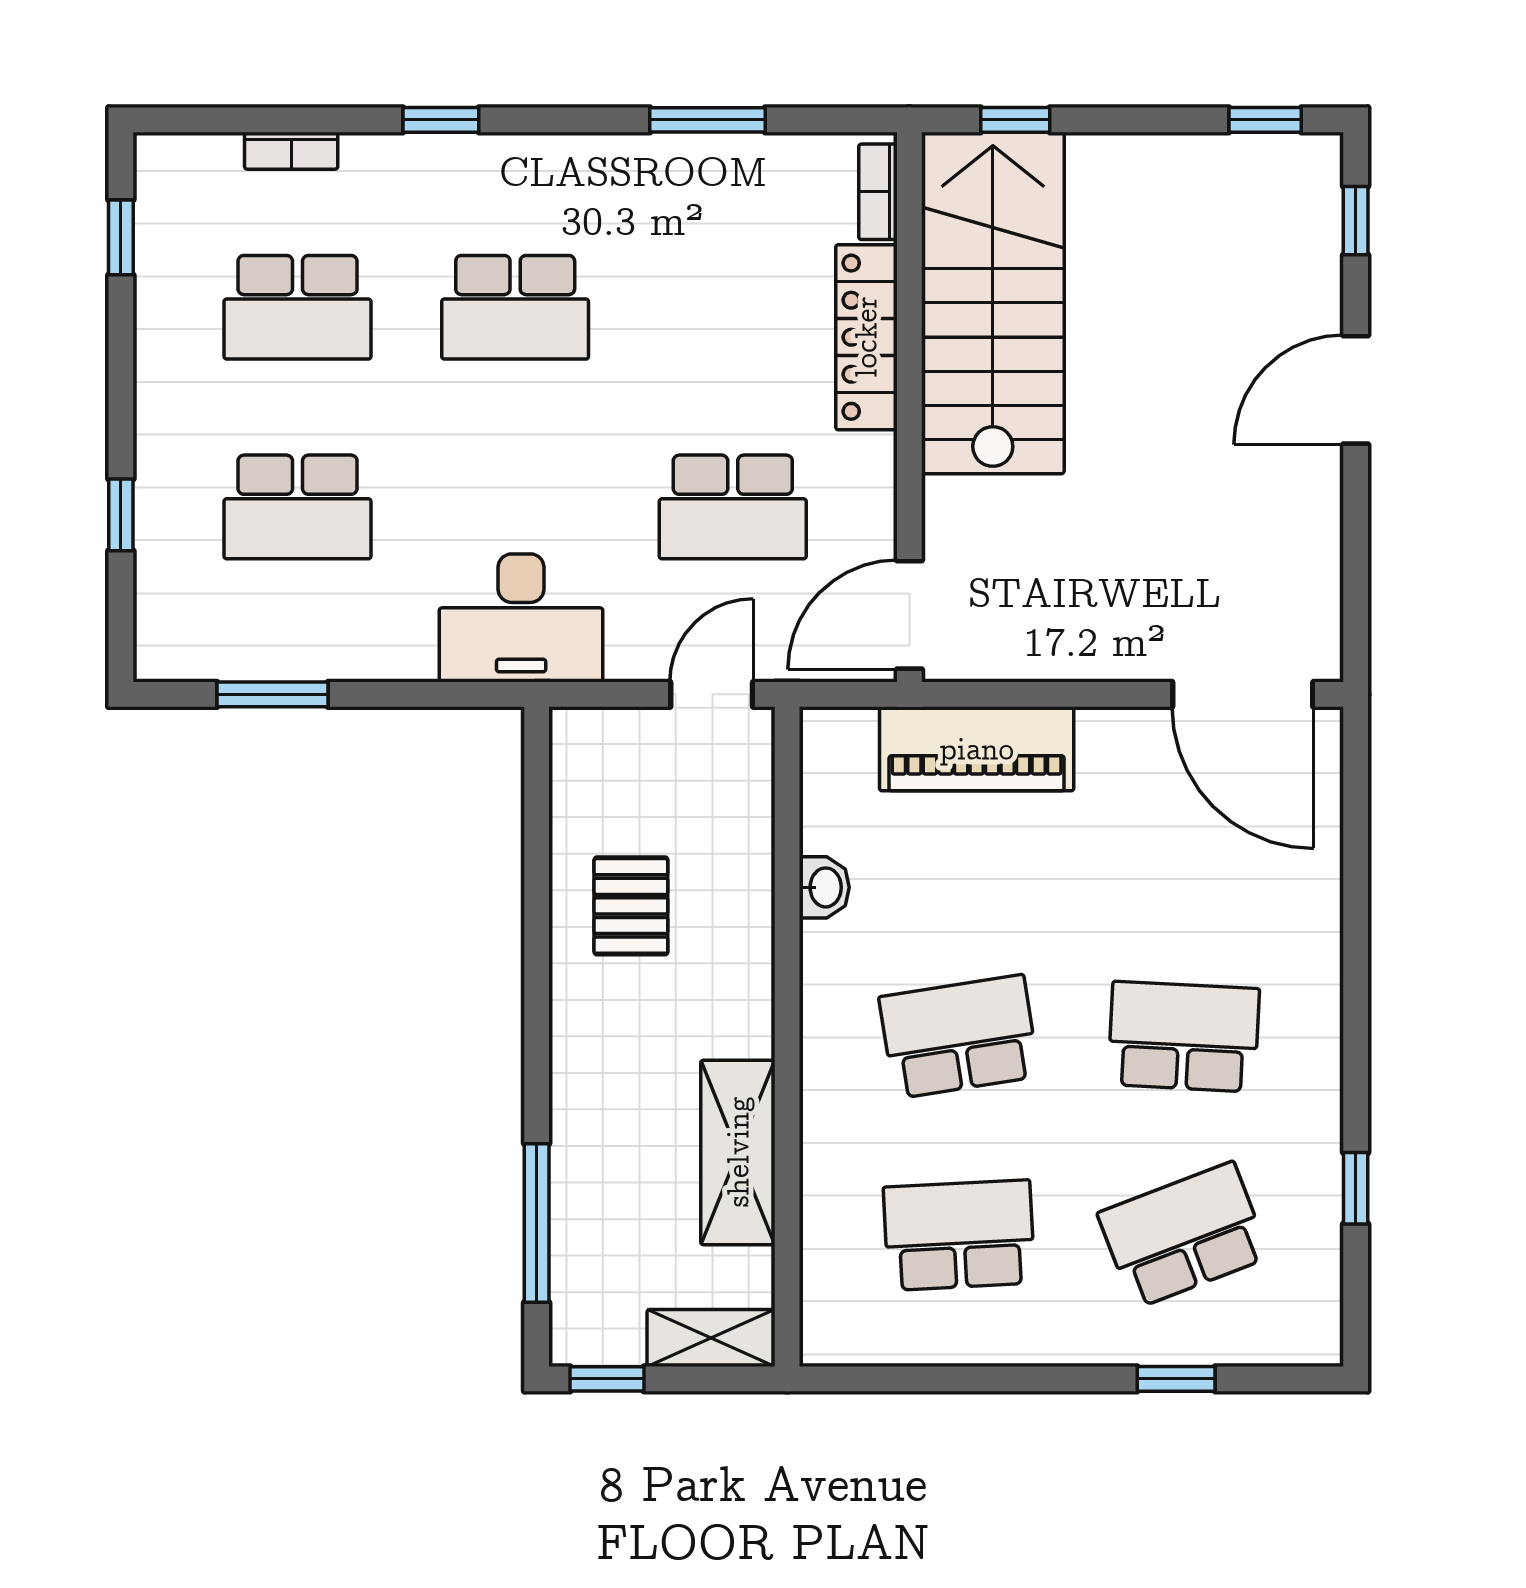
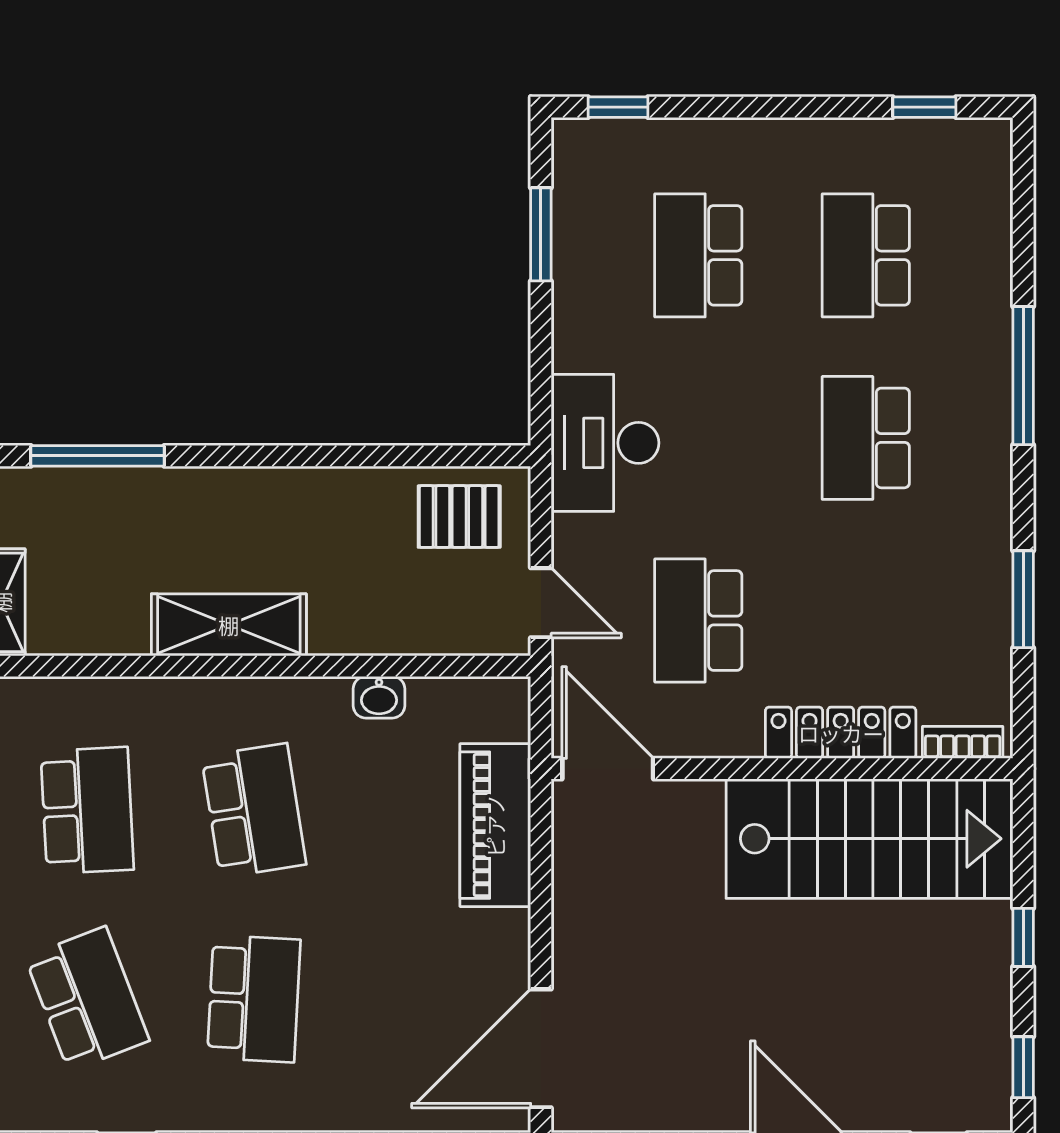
window: (441, 120) -> (1023, 376), width x2.17
window: (1015, 120) -> (1023, 937), moved
bookcase: (291, 151) -> (997, 250), removed
window: (121, 515) -> (618, 107), moved
pallet: (631, 906) -> (459, 517), moved
shelving: (738, 1152) -> (229, 625), moved

